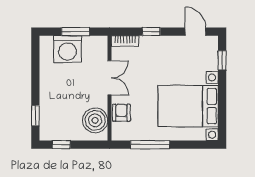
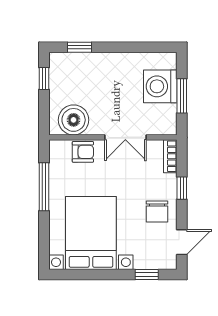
chair: (170, 52) -> (157, 211), added

